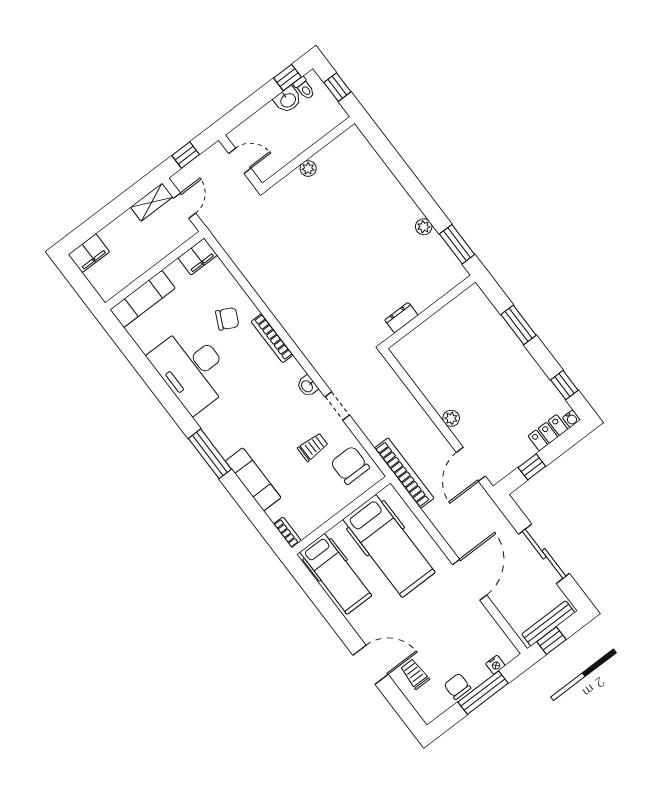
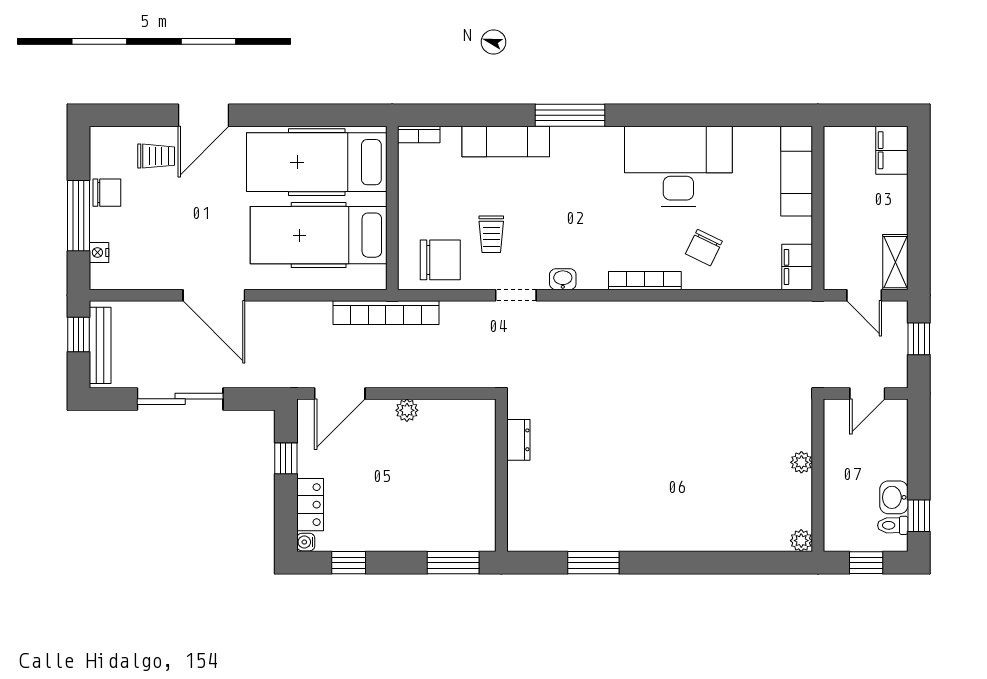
plant: (424, 227) -> (801, 541), moved
wall: (429, 312) -> (501, 475), moved
dresser: (401, 318) -> (518, 440), moved
door: (471, 464) -> (340, 393), swing flipped
hospital bed: (336, 574) -> (317, 162), width x1.37, depth x1.29

